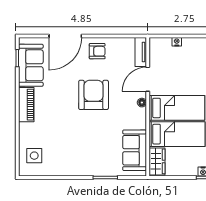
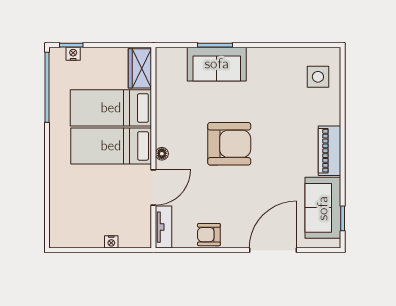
armchair: (97, 51) -> (209, 235), moved
armchair: (94, 95) -> (229, 144), moved, turned -90
sofa: (135, 150) -> (217, 64), moved, turned 90

